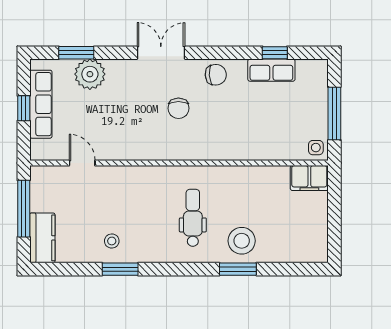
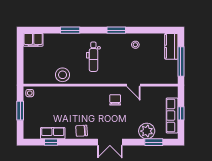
chair: (178, 108) -> (115, 100), moved
window: (334, 114) -> (20, 111), width x0.69
door: (82, 163) -> (133, 85), moved
filing cabinet: (309, 178) -> (33, 40), moved, turned 180
stool: (242, 241) -> (63, 75), moved
window: (120, 269) -> (116, 30), moved

